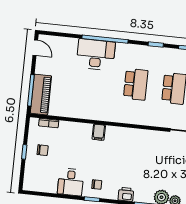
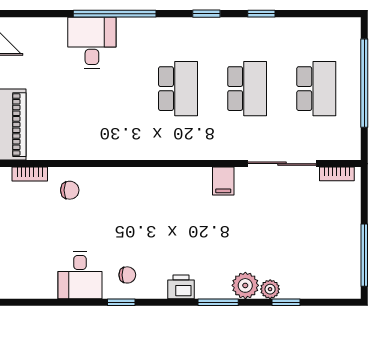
desk: (96, 55) -> (92, 43), width x0.73
filing cabinet: (99, 132) -> (223, 181), moved
chair: (43, 150) -> (70, 190), moved

